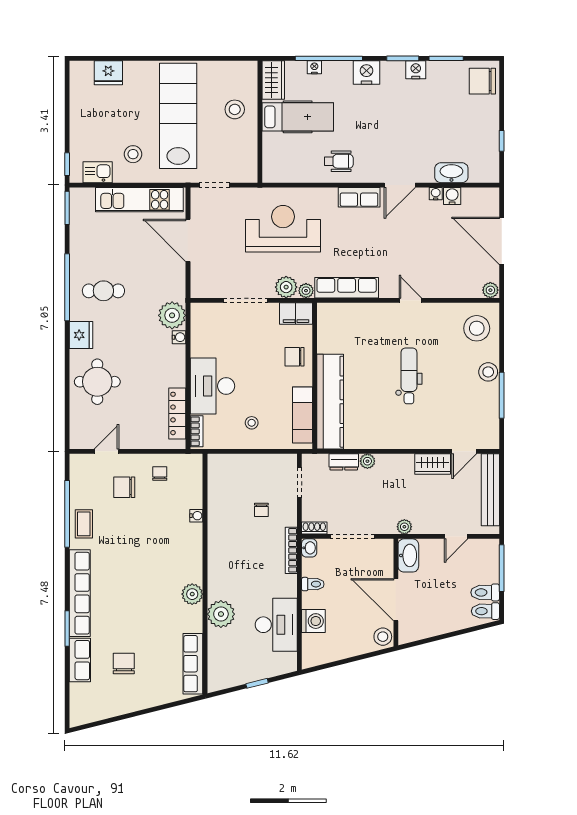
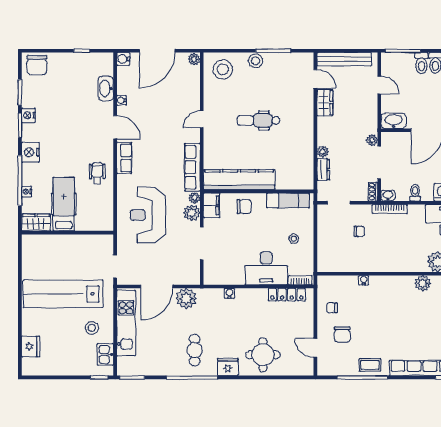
stool: (235, 109) -> (58, 251), removed
water cooler: (452, 196) -> (123, 59), moved
plant: (172, 315) -> (186, 299), moved
chair: (294, 357) -> (244, 206), turned -90
kitchen counter: (330, 402) -> (239, 180), moved
plant: (404, 527) -> (372, 140), moved

